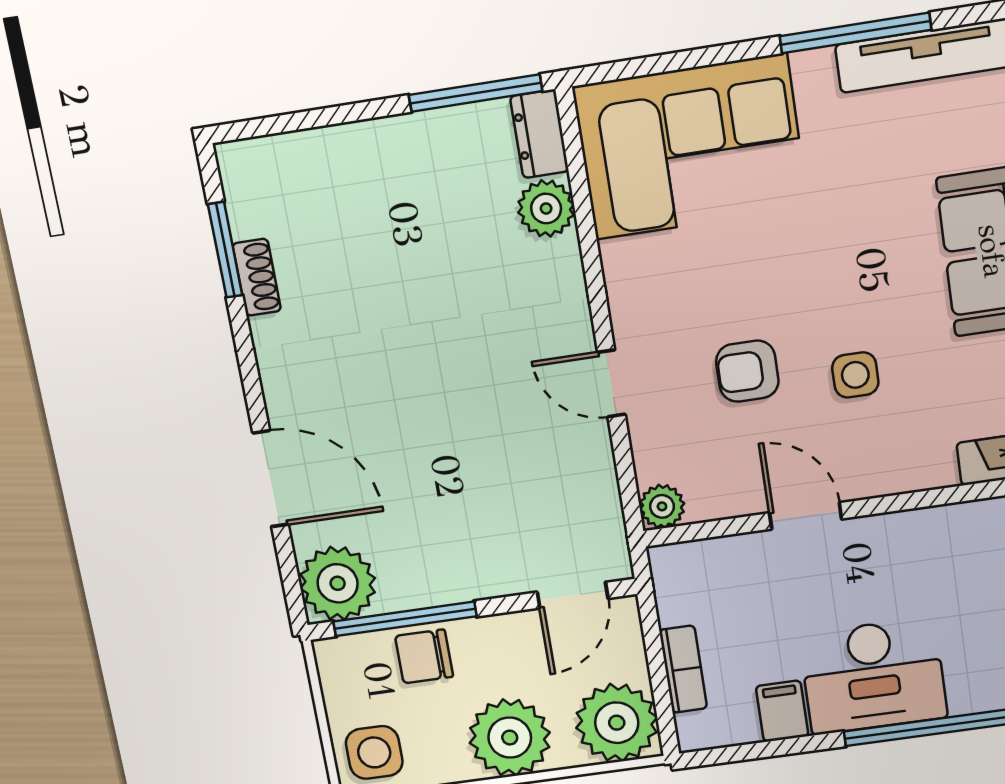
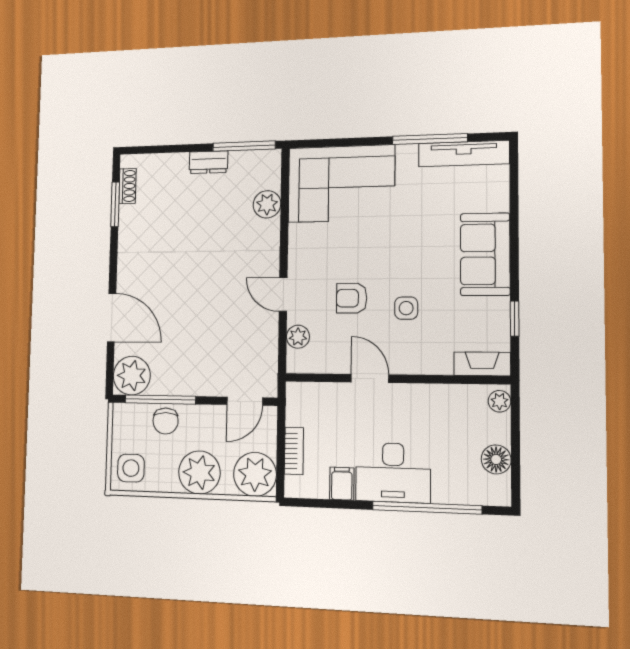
dresser: (539, 134) -> (208, 162), moved, turned -90
shoe rack: (257, 277) -> (128, 186), moved
plant: (662, 506) -> (298, 337), moved
chair: (424, 656) -> (166, 421), turned -90

